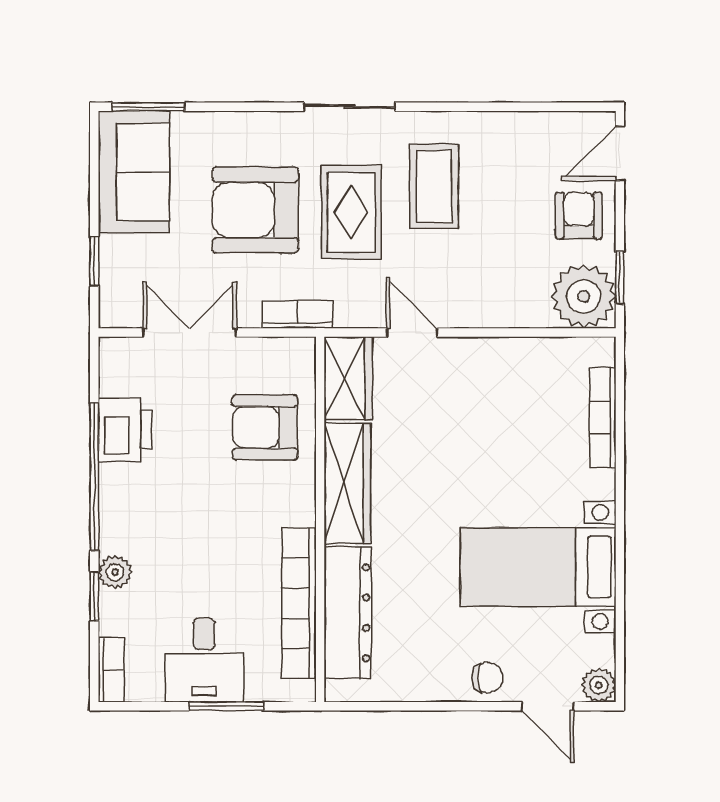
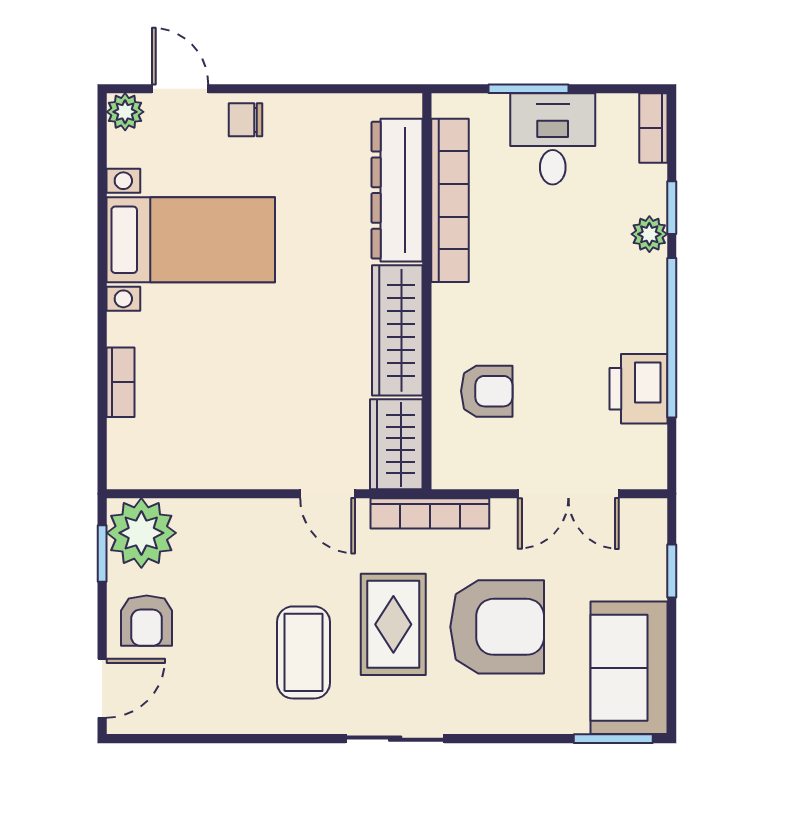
bookcase: (298, 314) -> (430, 513), width x1.56
bookcase: (603, 417) -> (120, 382), width x0.64
armchair: (265, 427) -> (487, 391), width x0.72, depth x0.72

